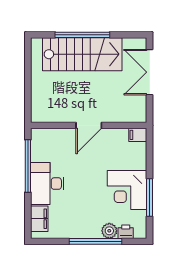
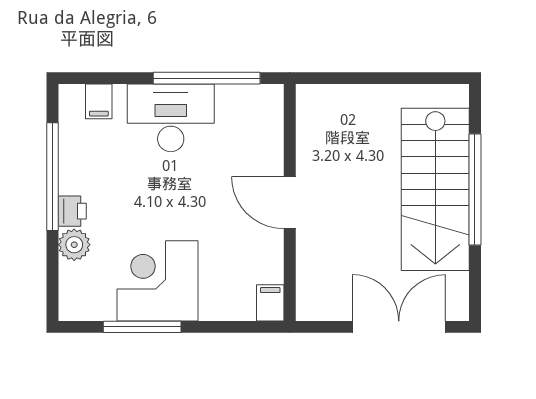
filing cabinet: (39, 219) -> (99, 101), width x0.50
printer: (126, 232) -> (72, 211), moved
window: (96, 241) -> (52, 177), moved

